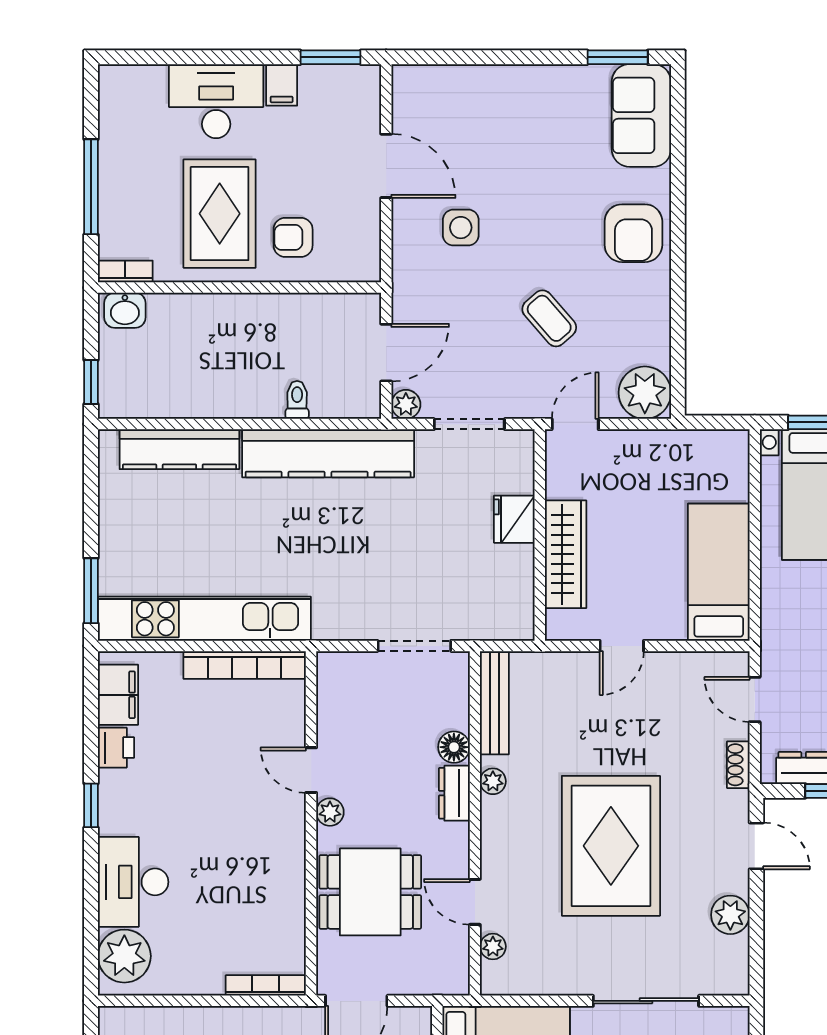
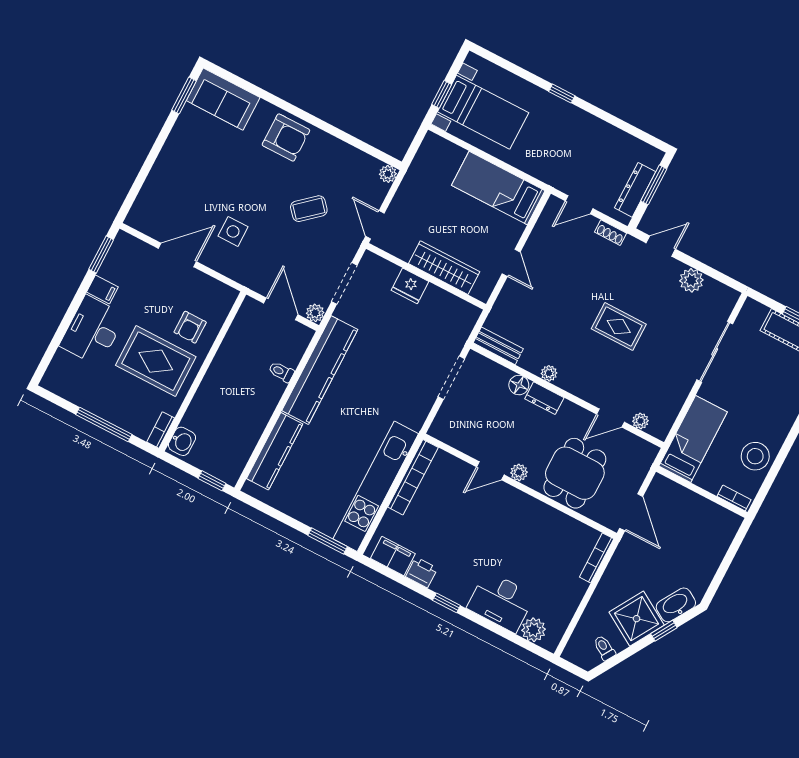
plant: (645, 393) -> (388, 174), width x0.53, depth x0.53
bench: (494, 703) -> (498, 346), width x0.73
rug: (611, 846) -> (619, 327), width x0.54, depth x0.49
plant: (124, 956) -> (534, 630), width x0.73, depth x0.73

